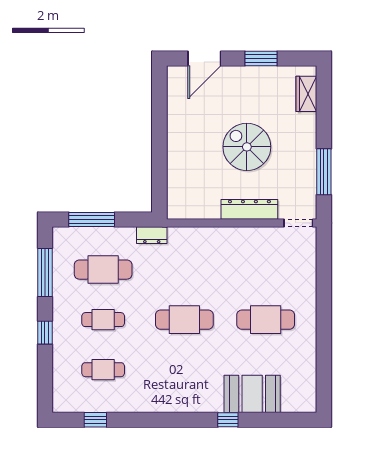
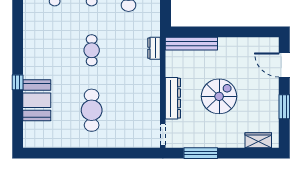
bench: (175, 184) -> (191, 44), added
dresser: (152, 235) -> (154, 48), moved
cafe table: (184, 320) -> (92, 50), width x0.73, depth x0.74

